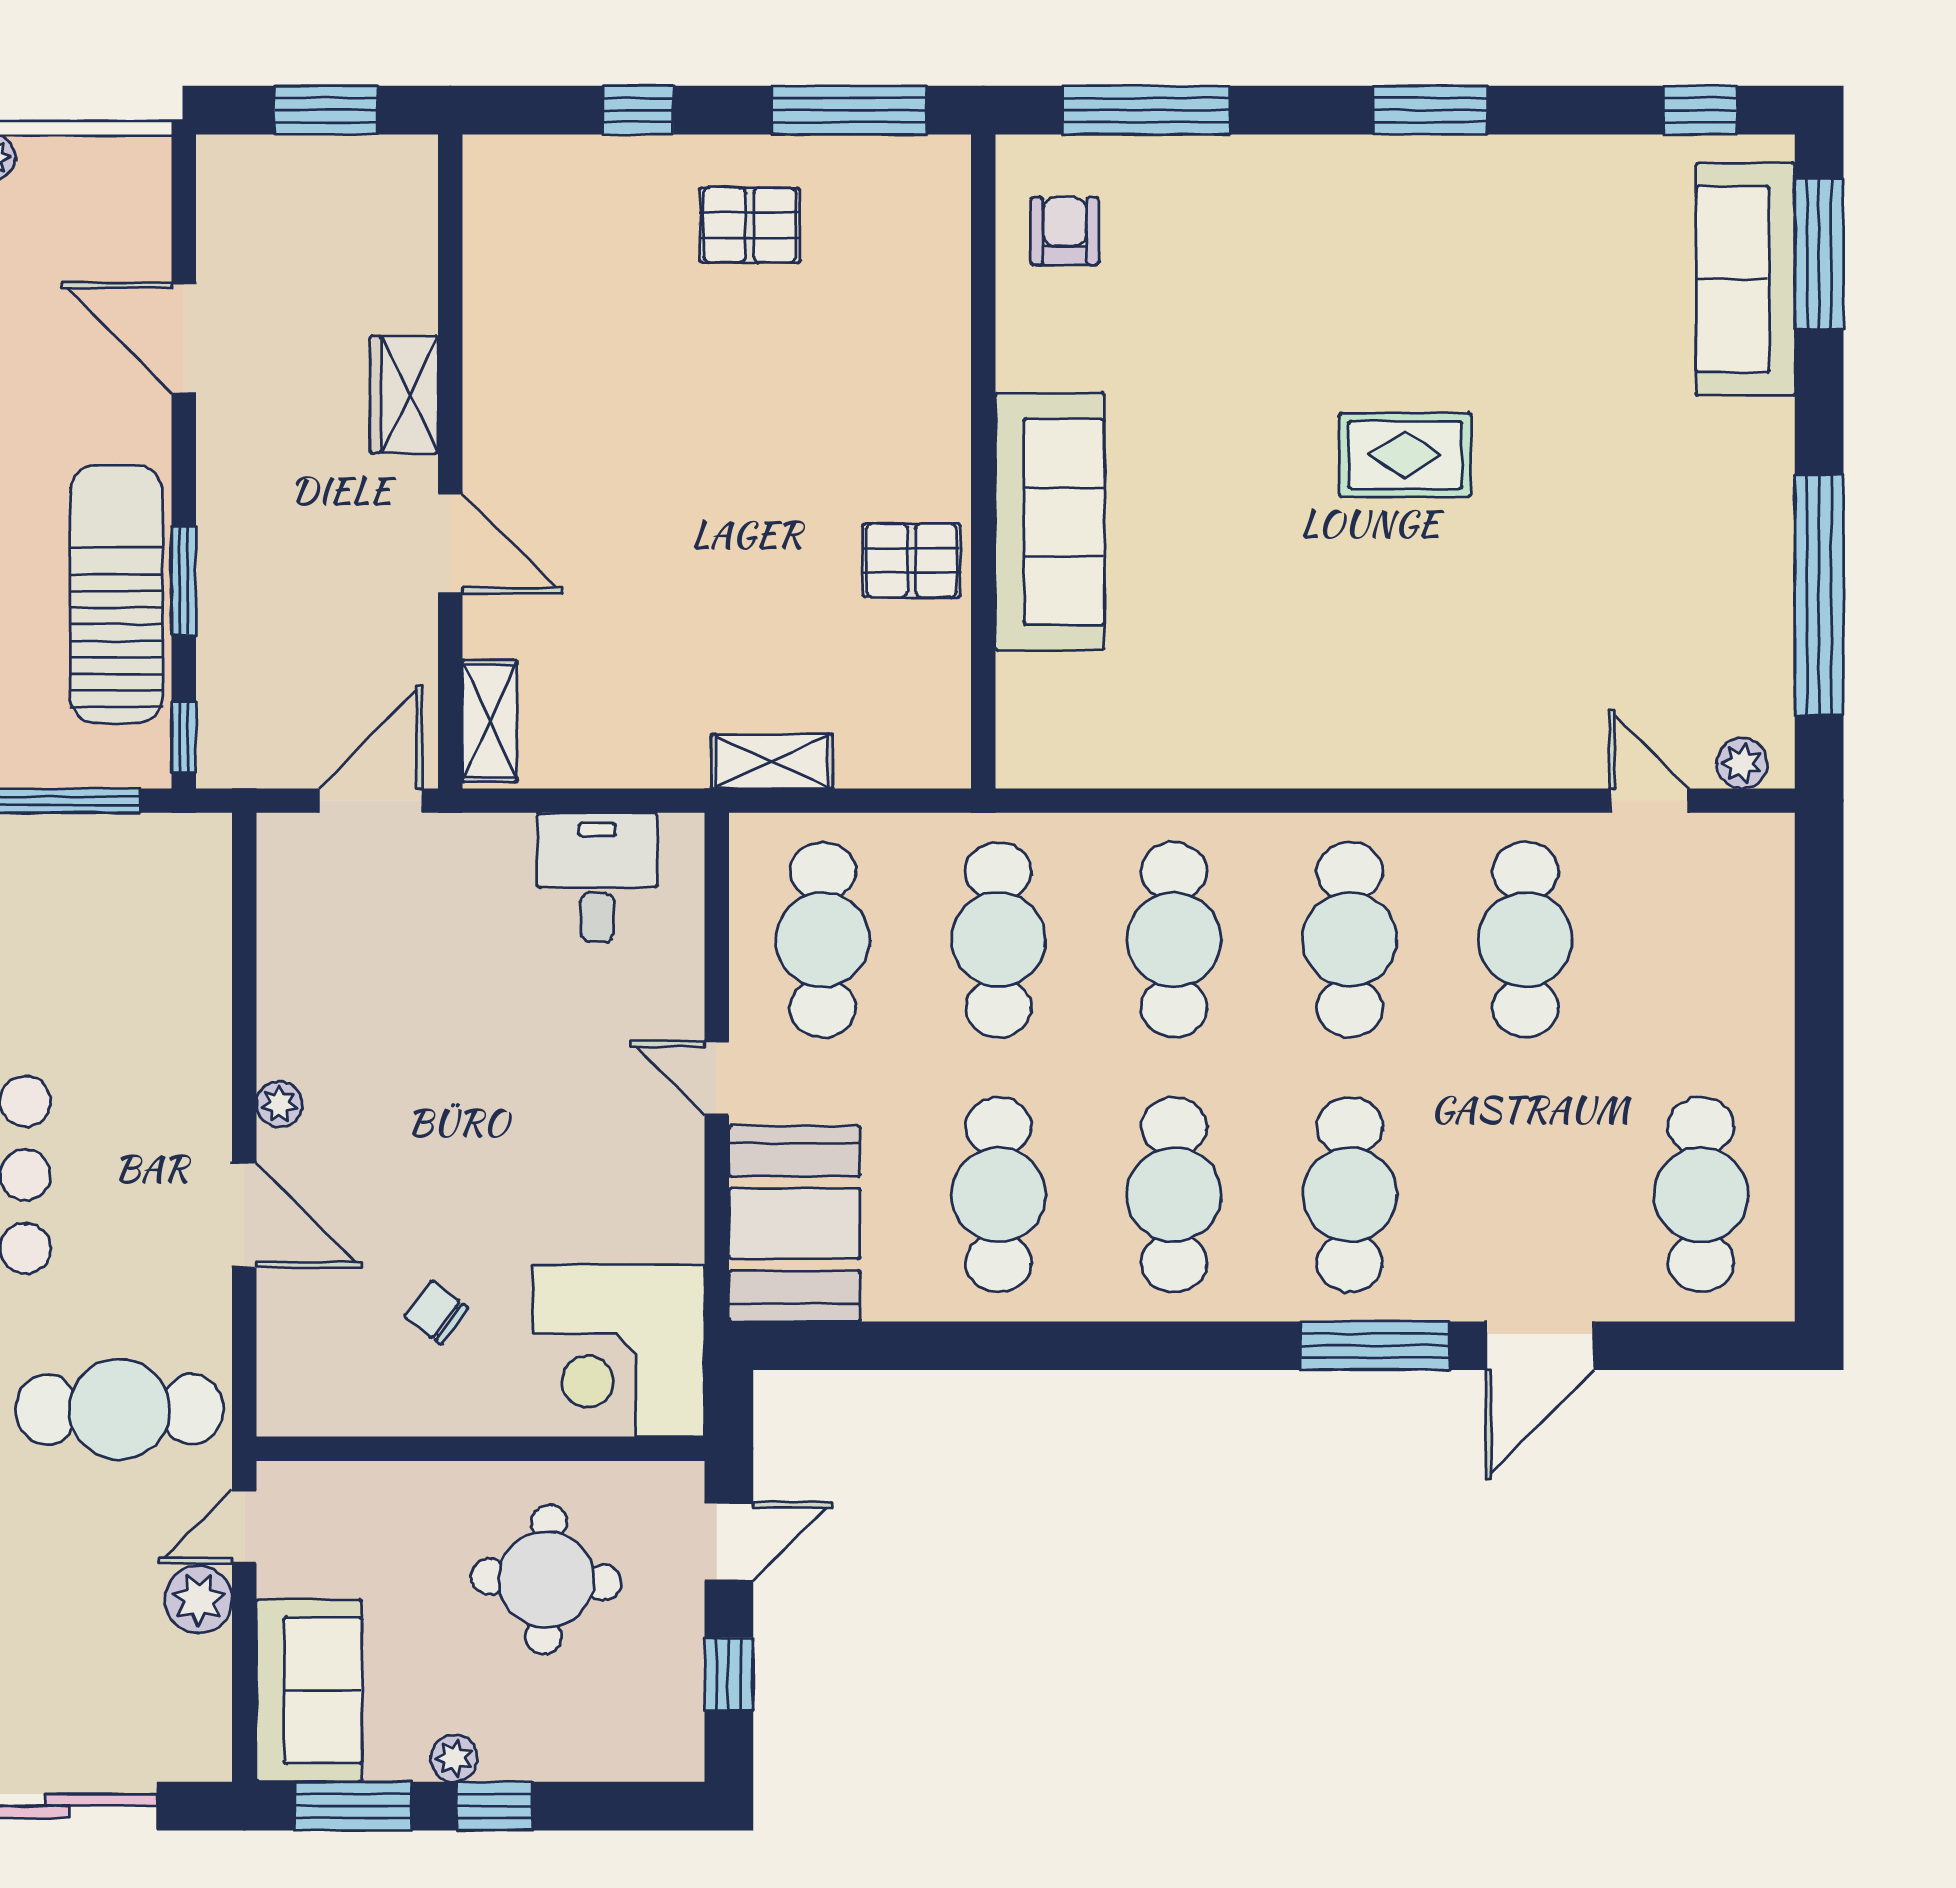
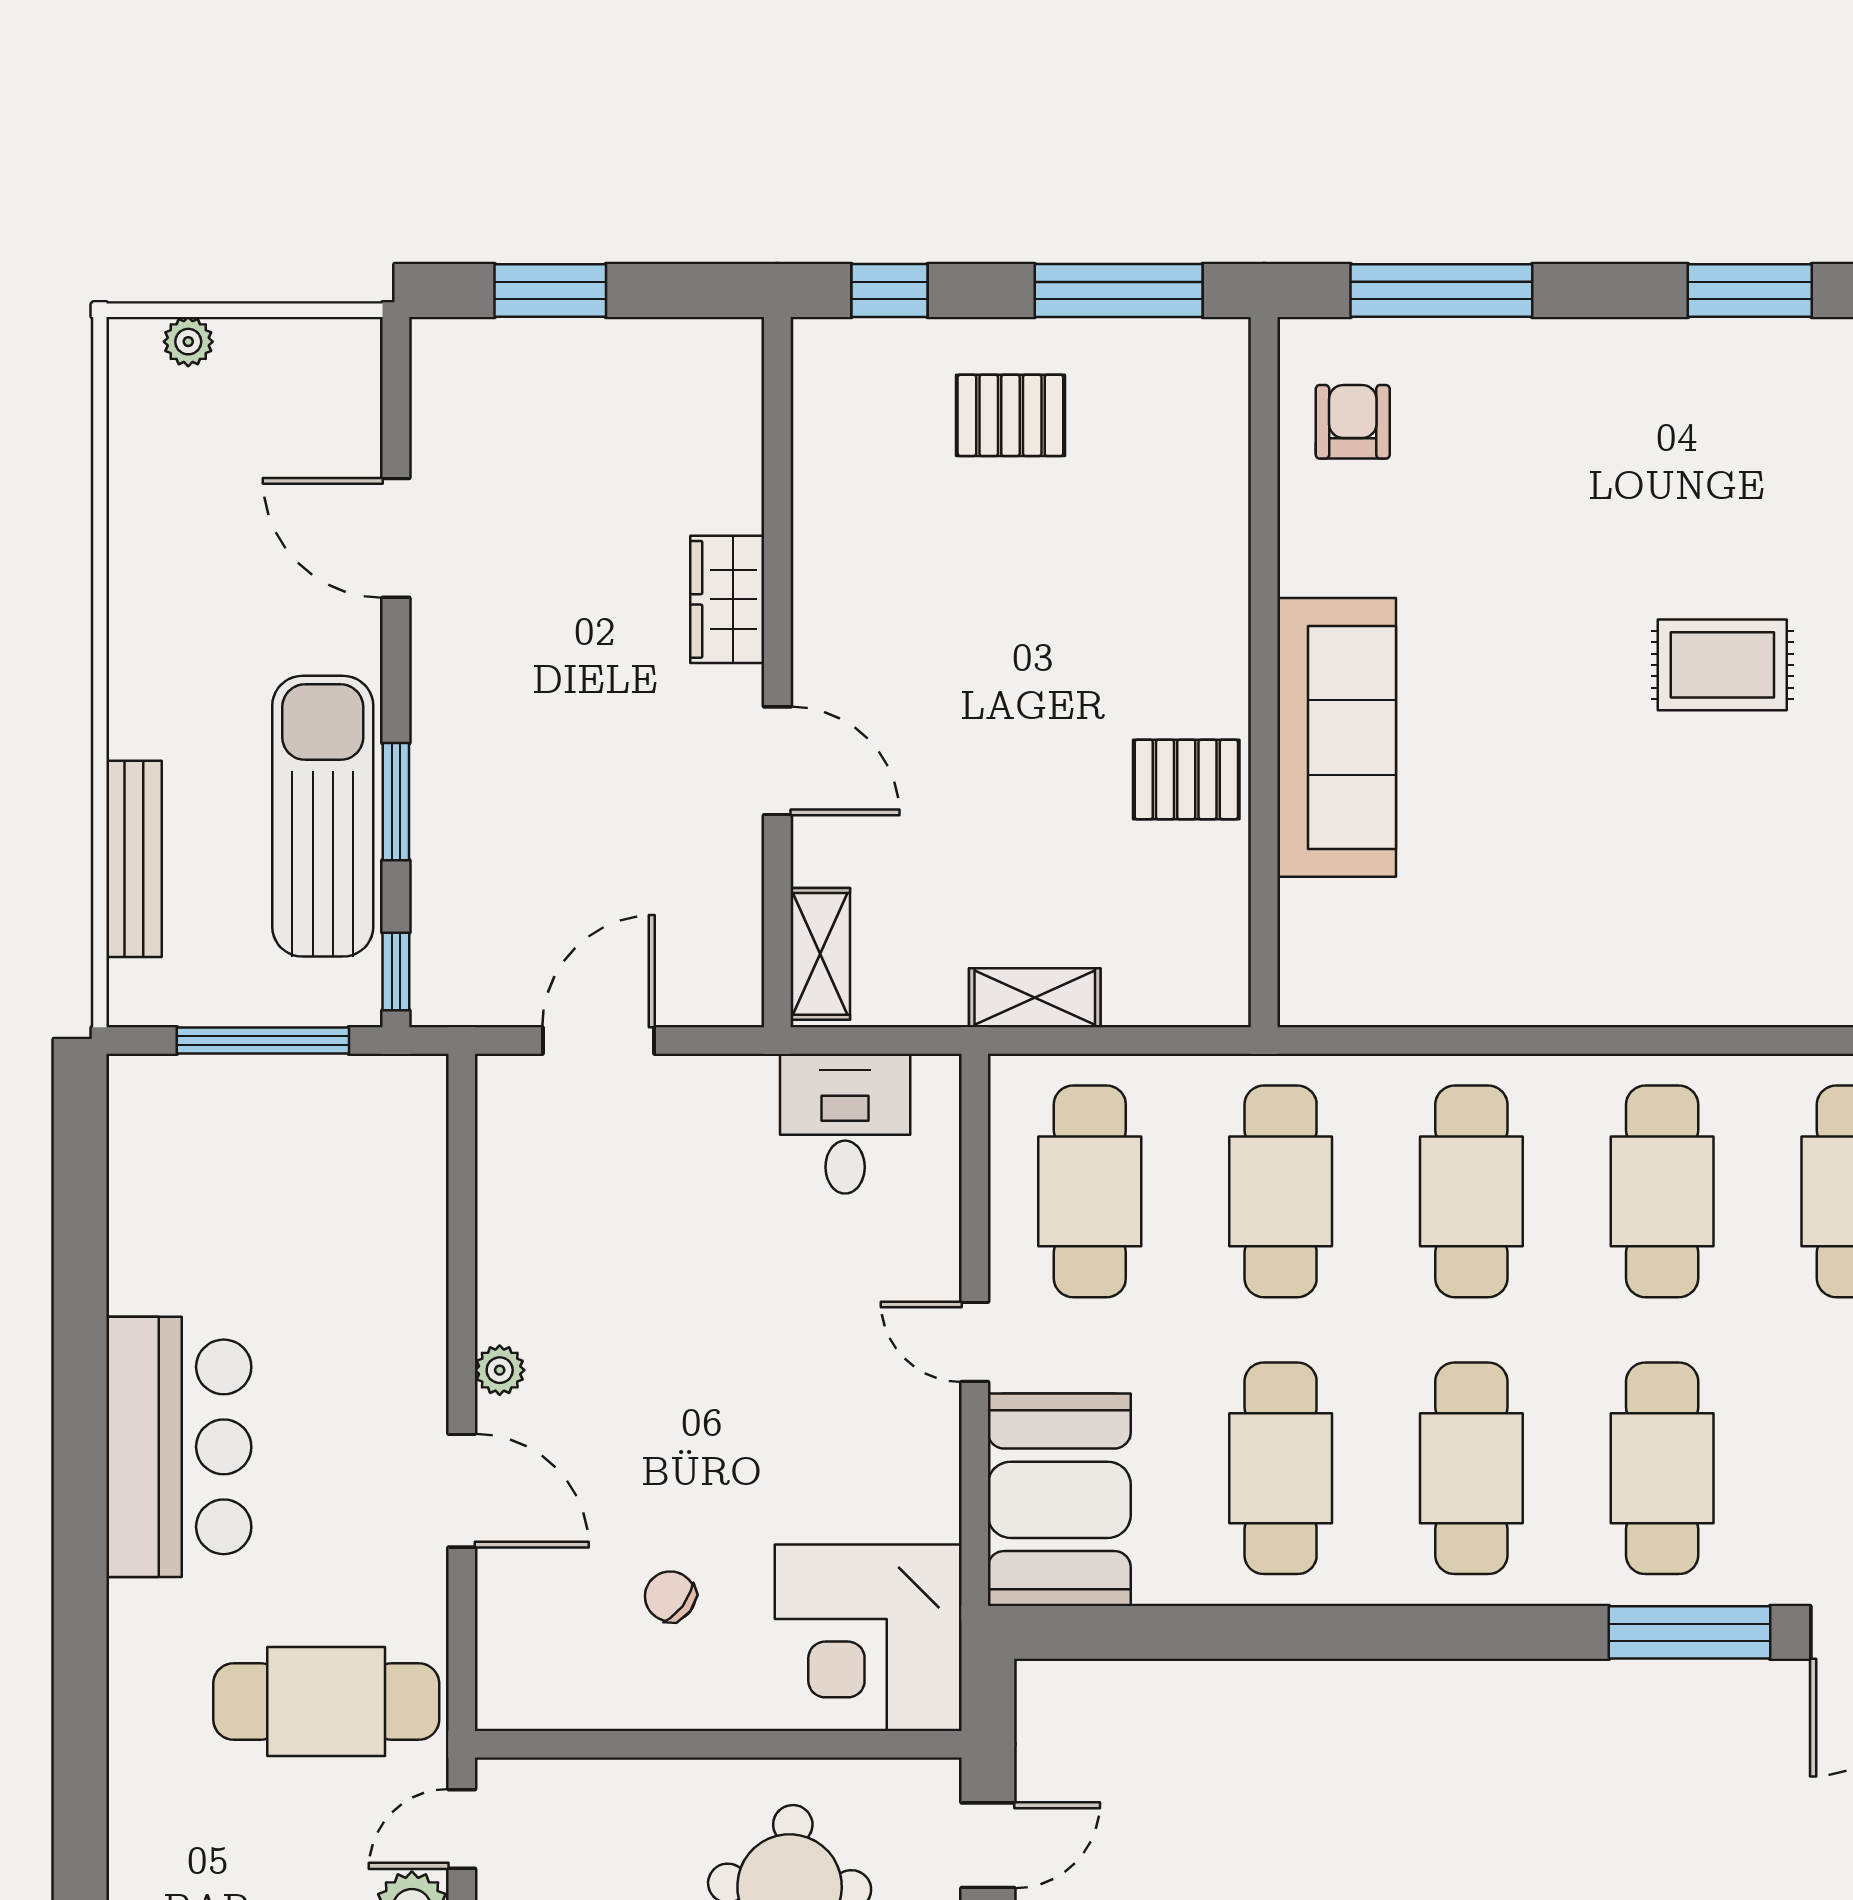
wardrobe: (404, 395) -> (727, 599), moved
wall: (450, 461) -> (777, 672), moved
door: (450, 543) -> (777, 761), moved
shelving: (490, 721) -> (820, 954), moved

